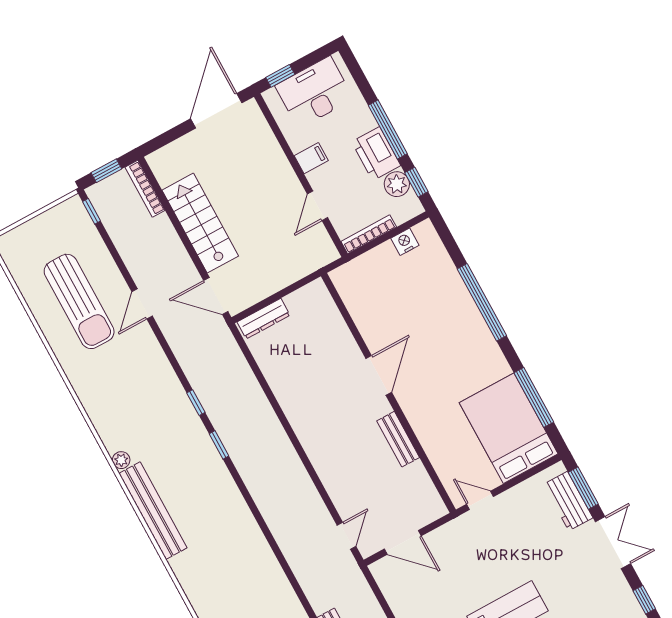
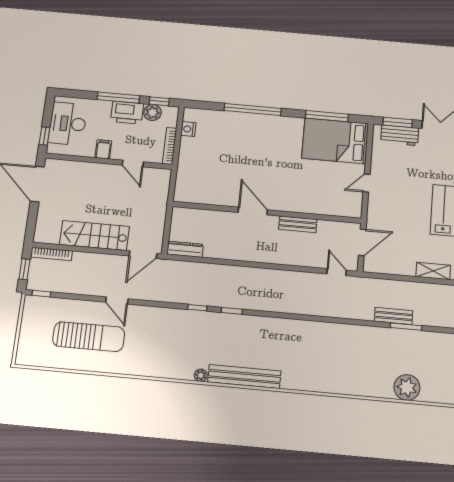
dresser: (264, 319) -> (185, 249), moved, turned -90
door: (379, 375) -> (253, 211), moved
wall: (388, 393) -> (267, 212), moved
bench: (398, 439) -> (298, 224), moved

